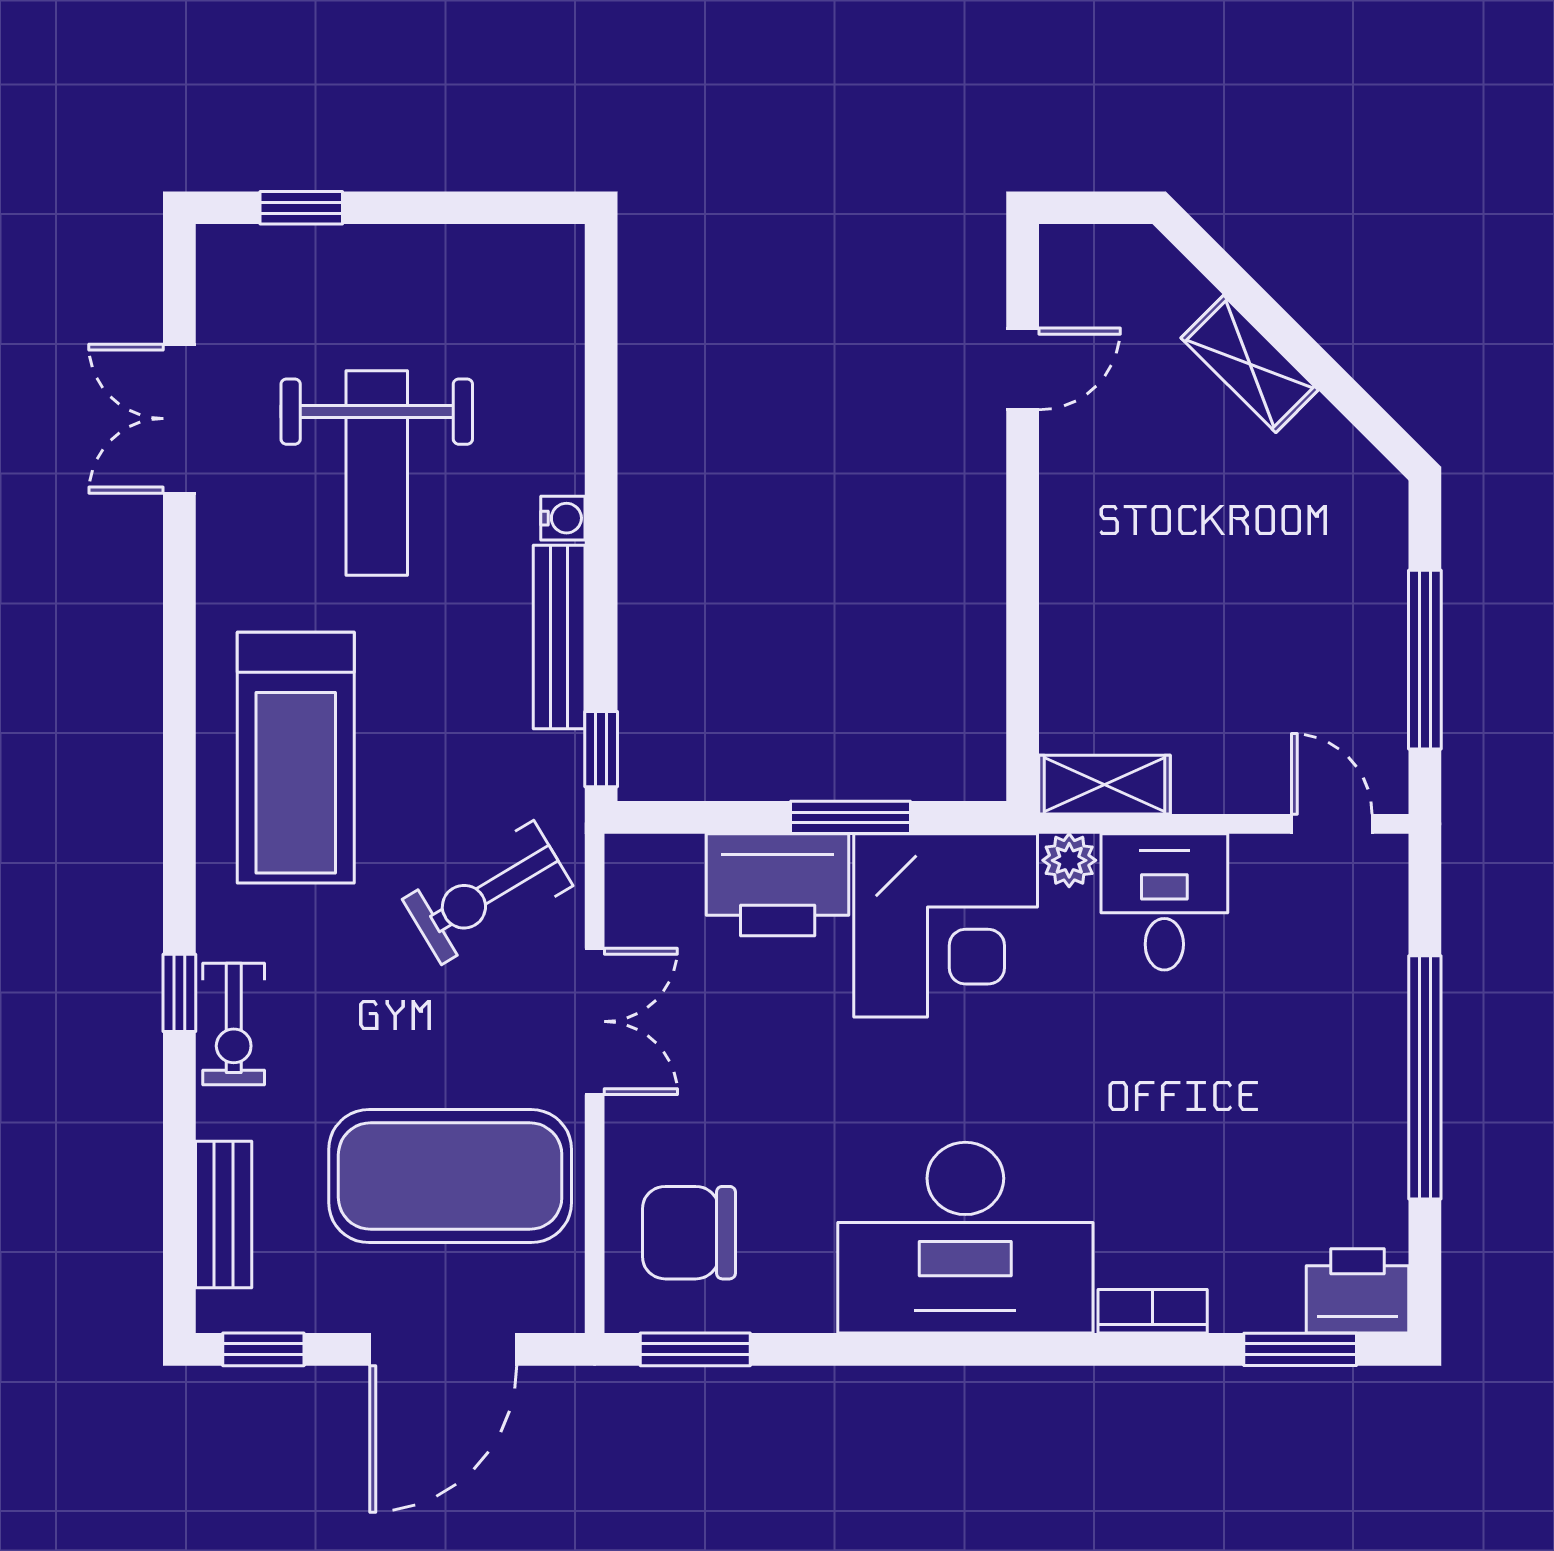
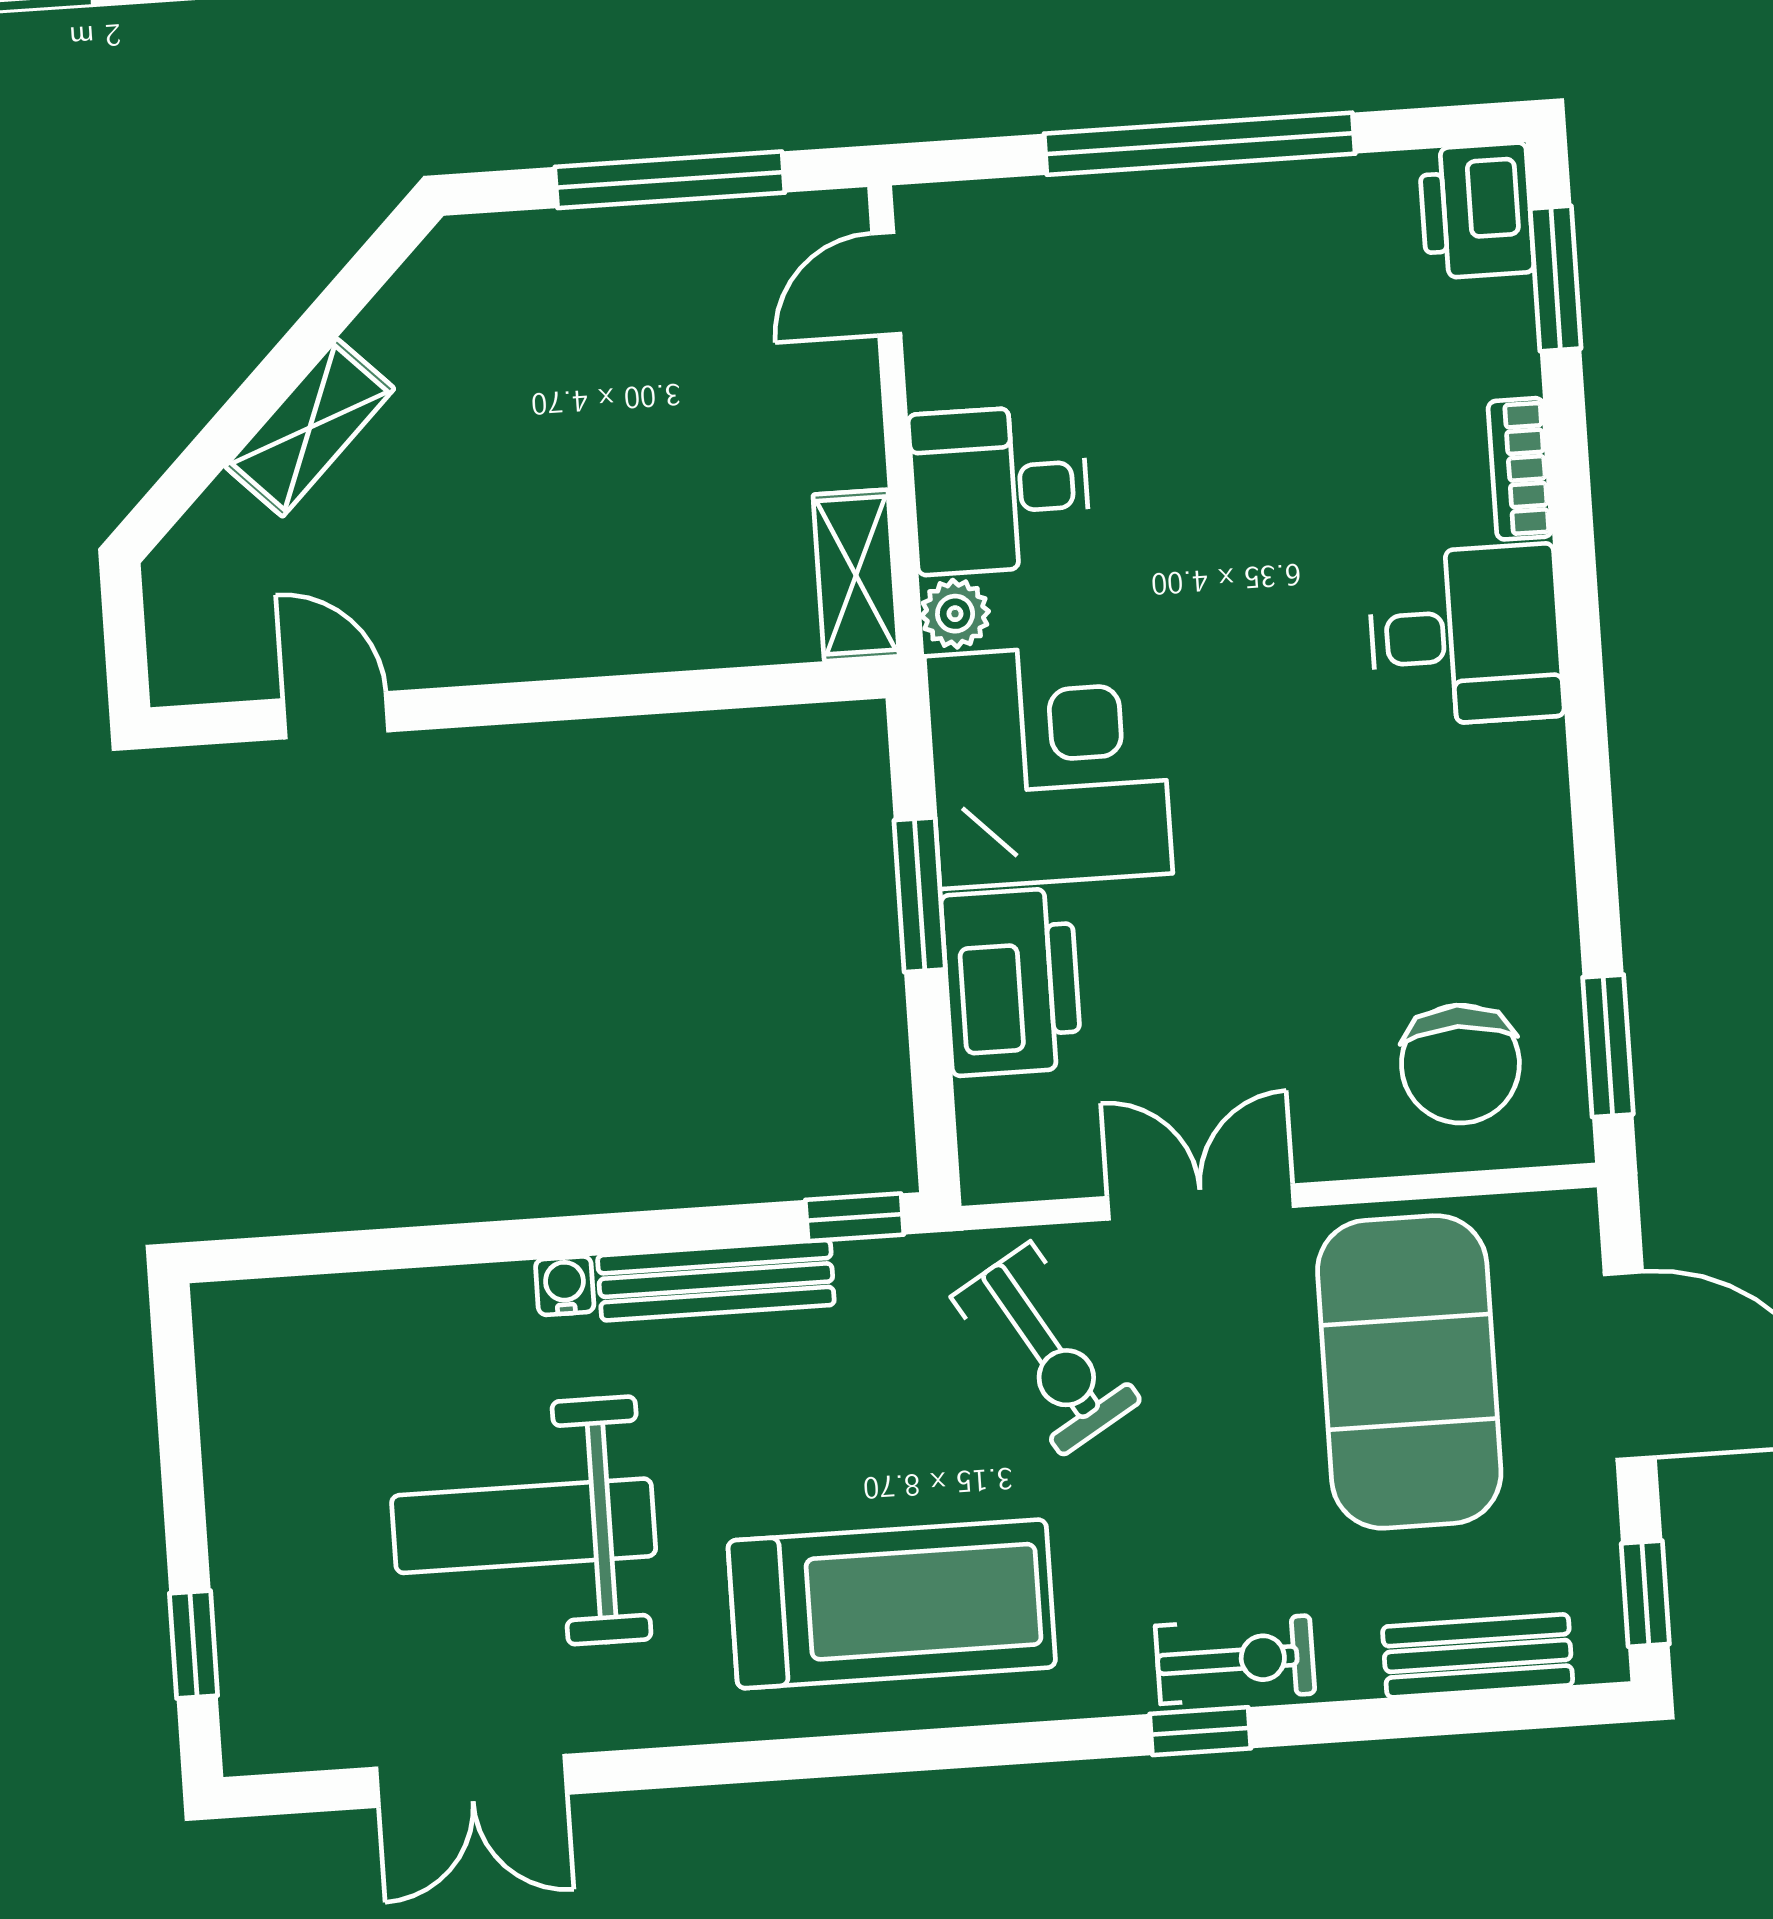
weight bench: (377, 473) -> (524, 1526), turned 180
desk: (965, 1238) -> (1466, 636), width x0.53, depth x0.77

